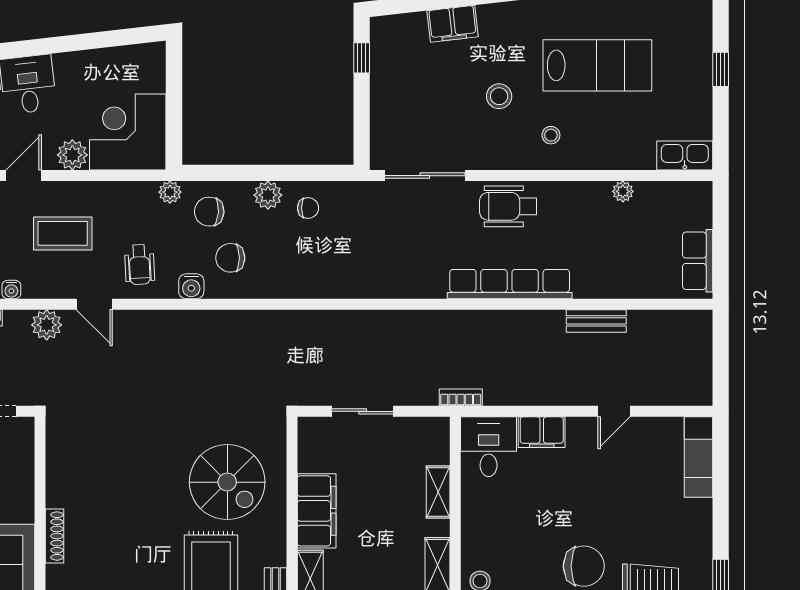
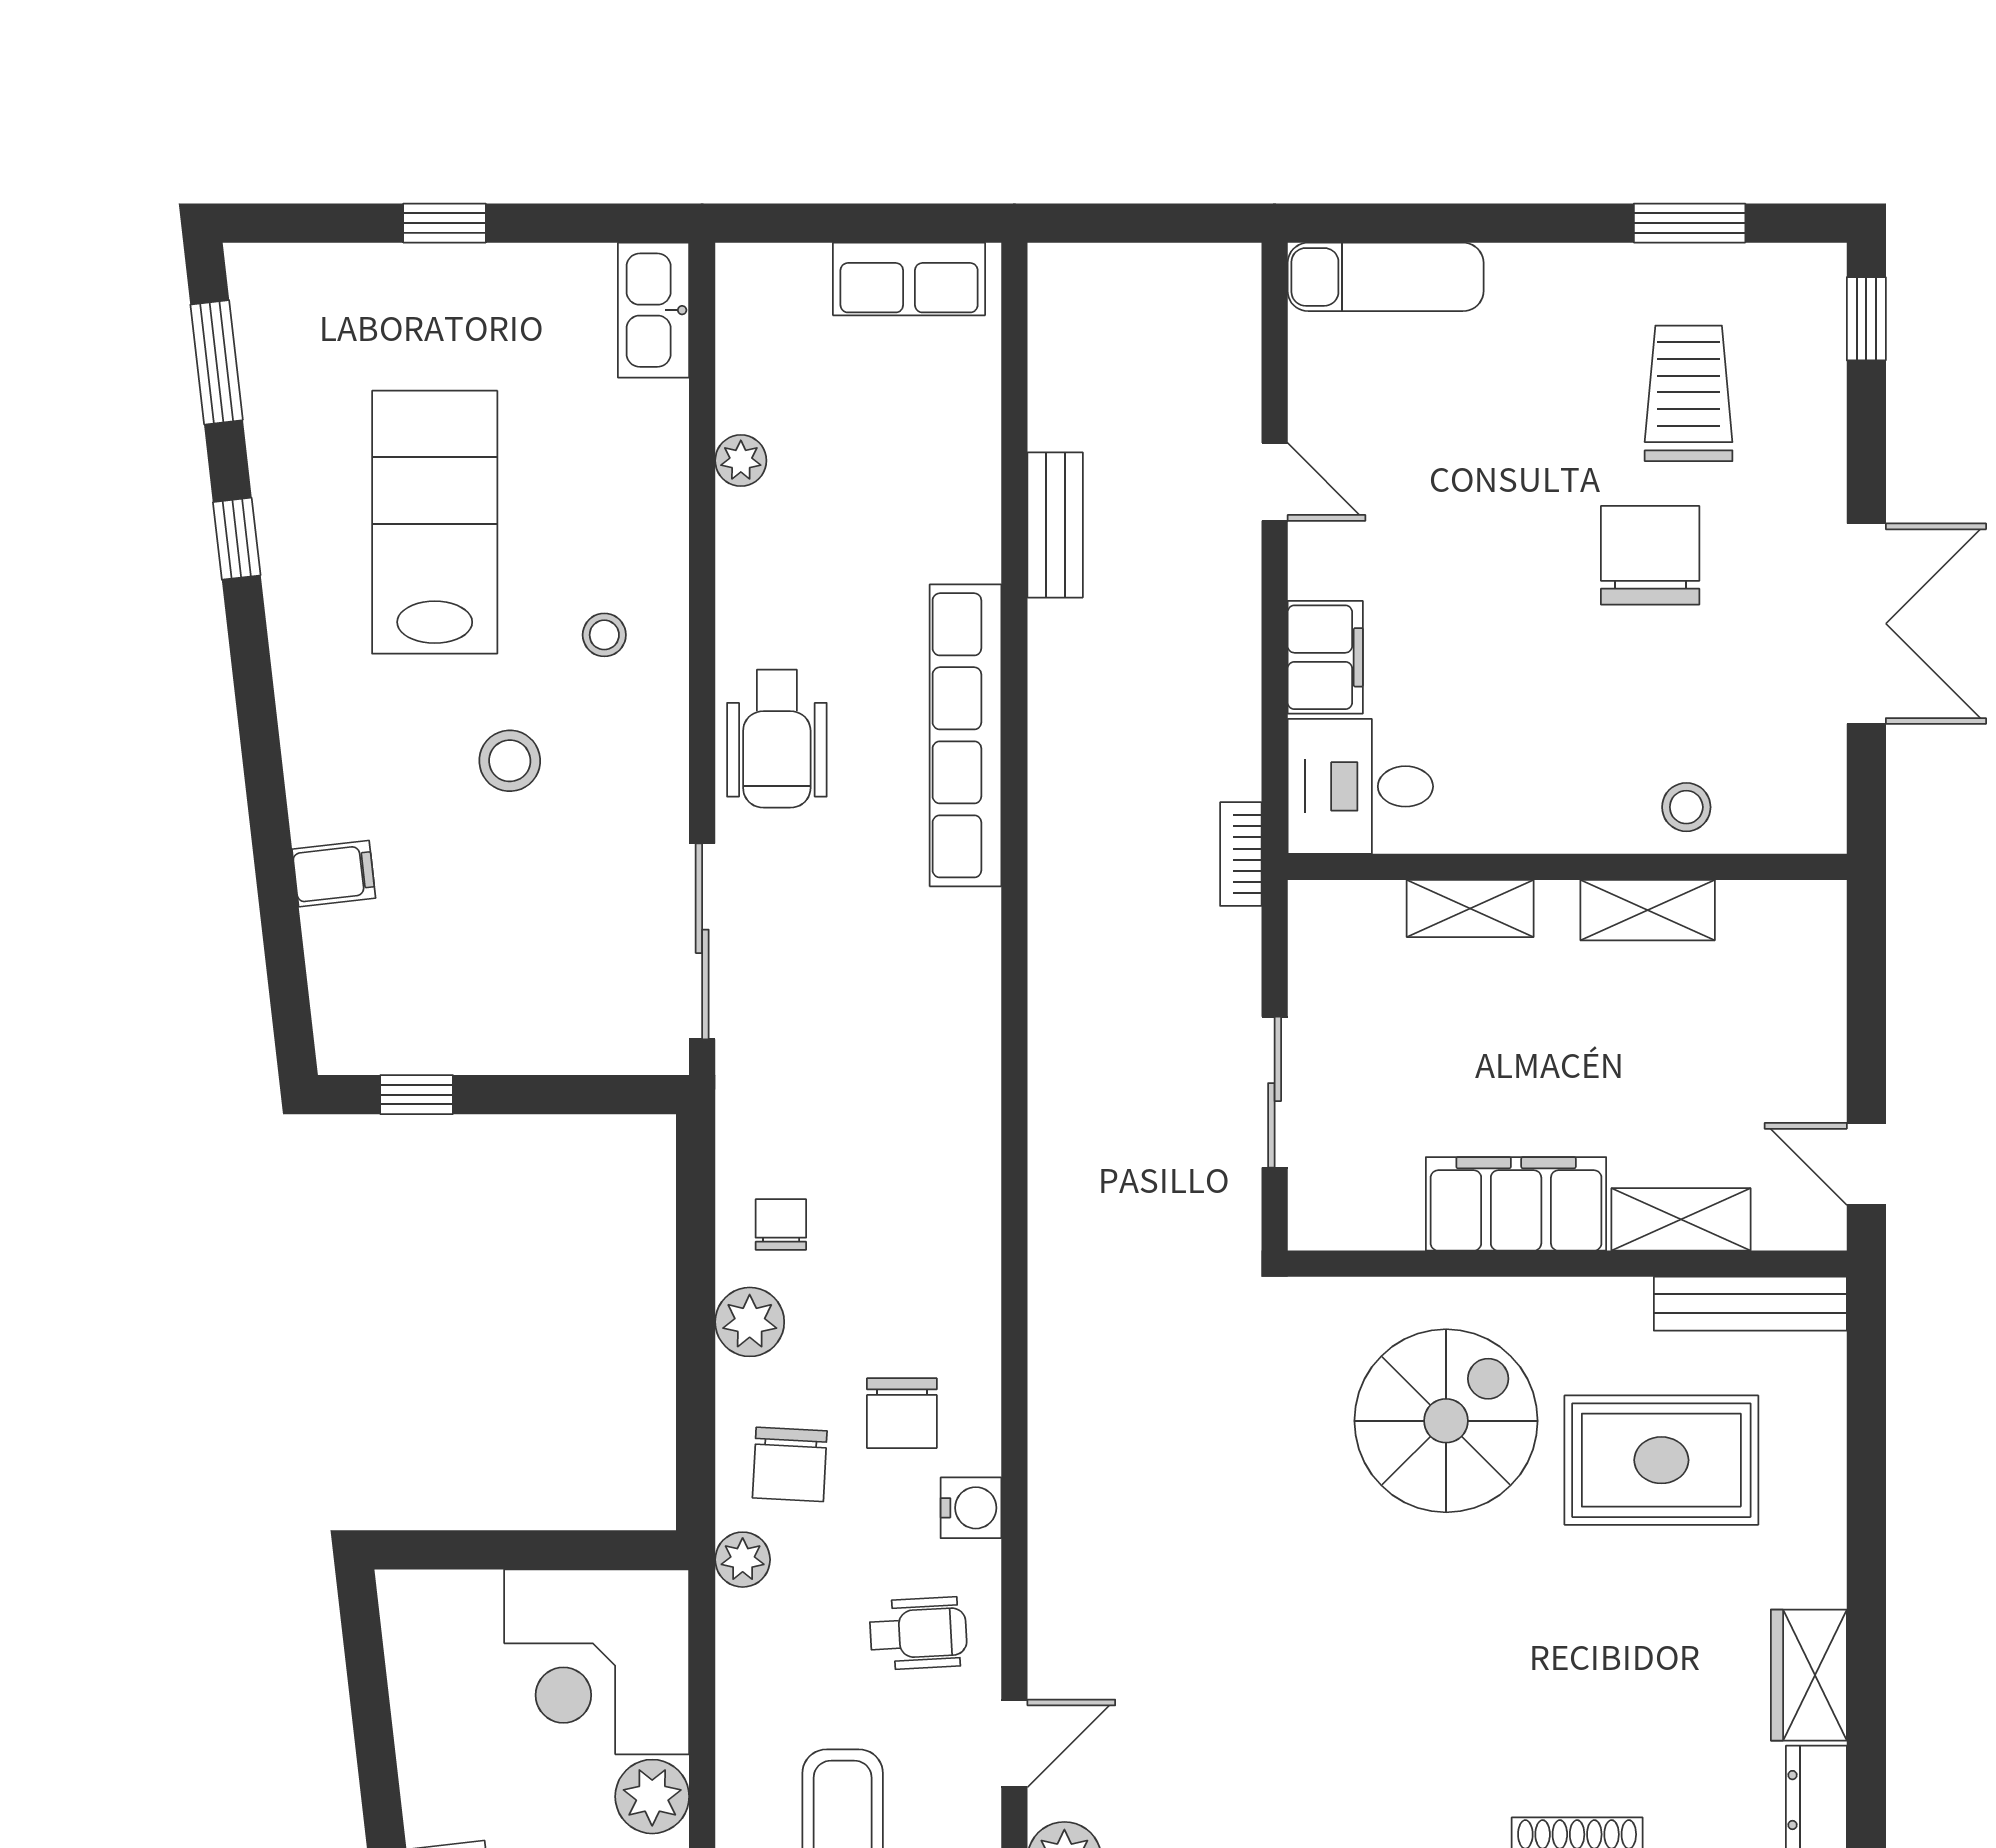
filing cabinet: (453, 24) -> (334, 874), width x0.50

